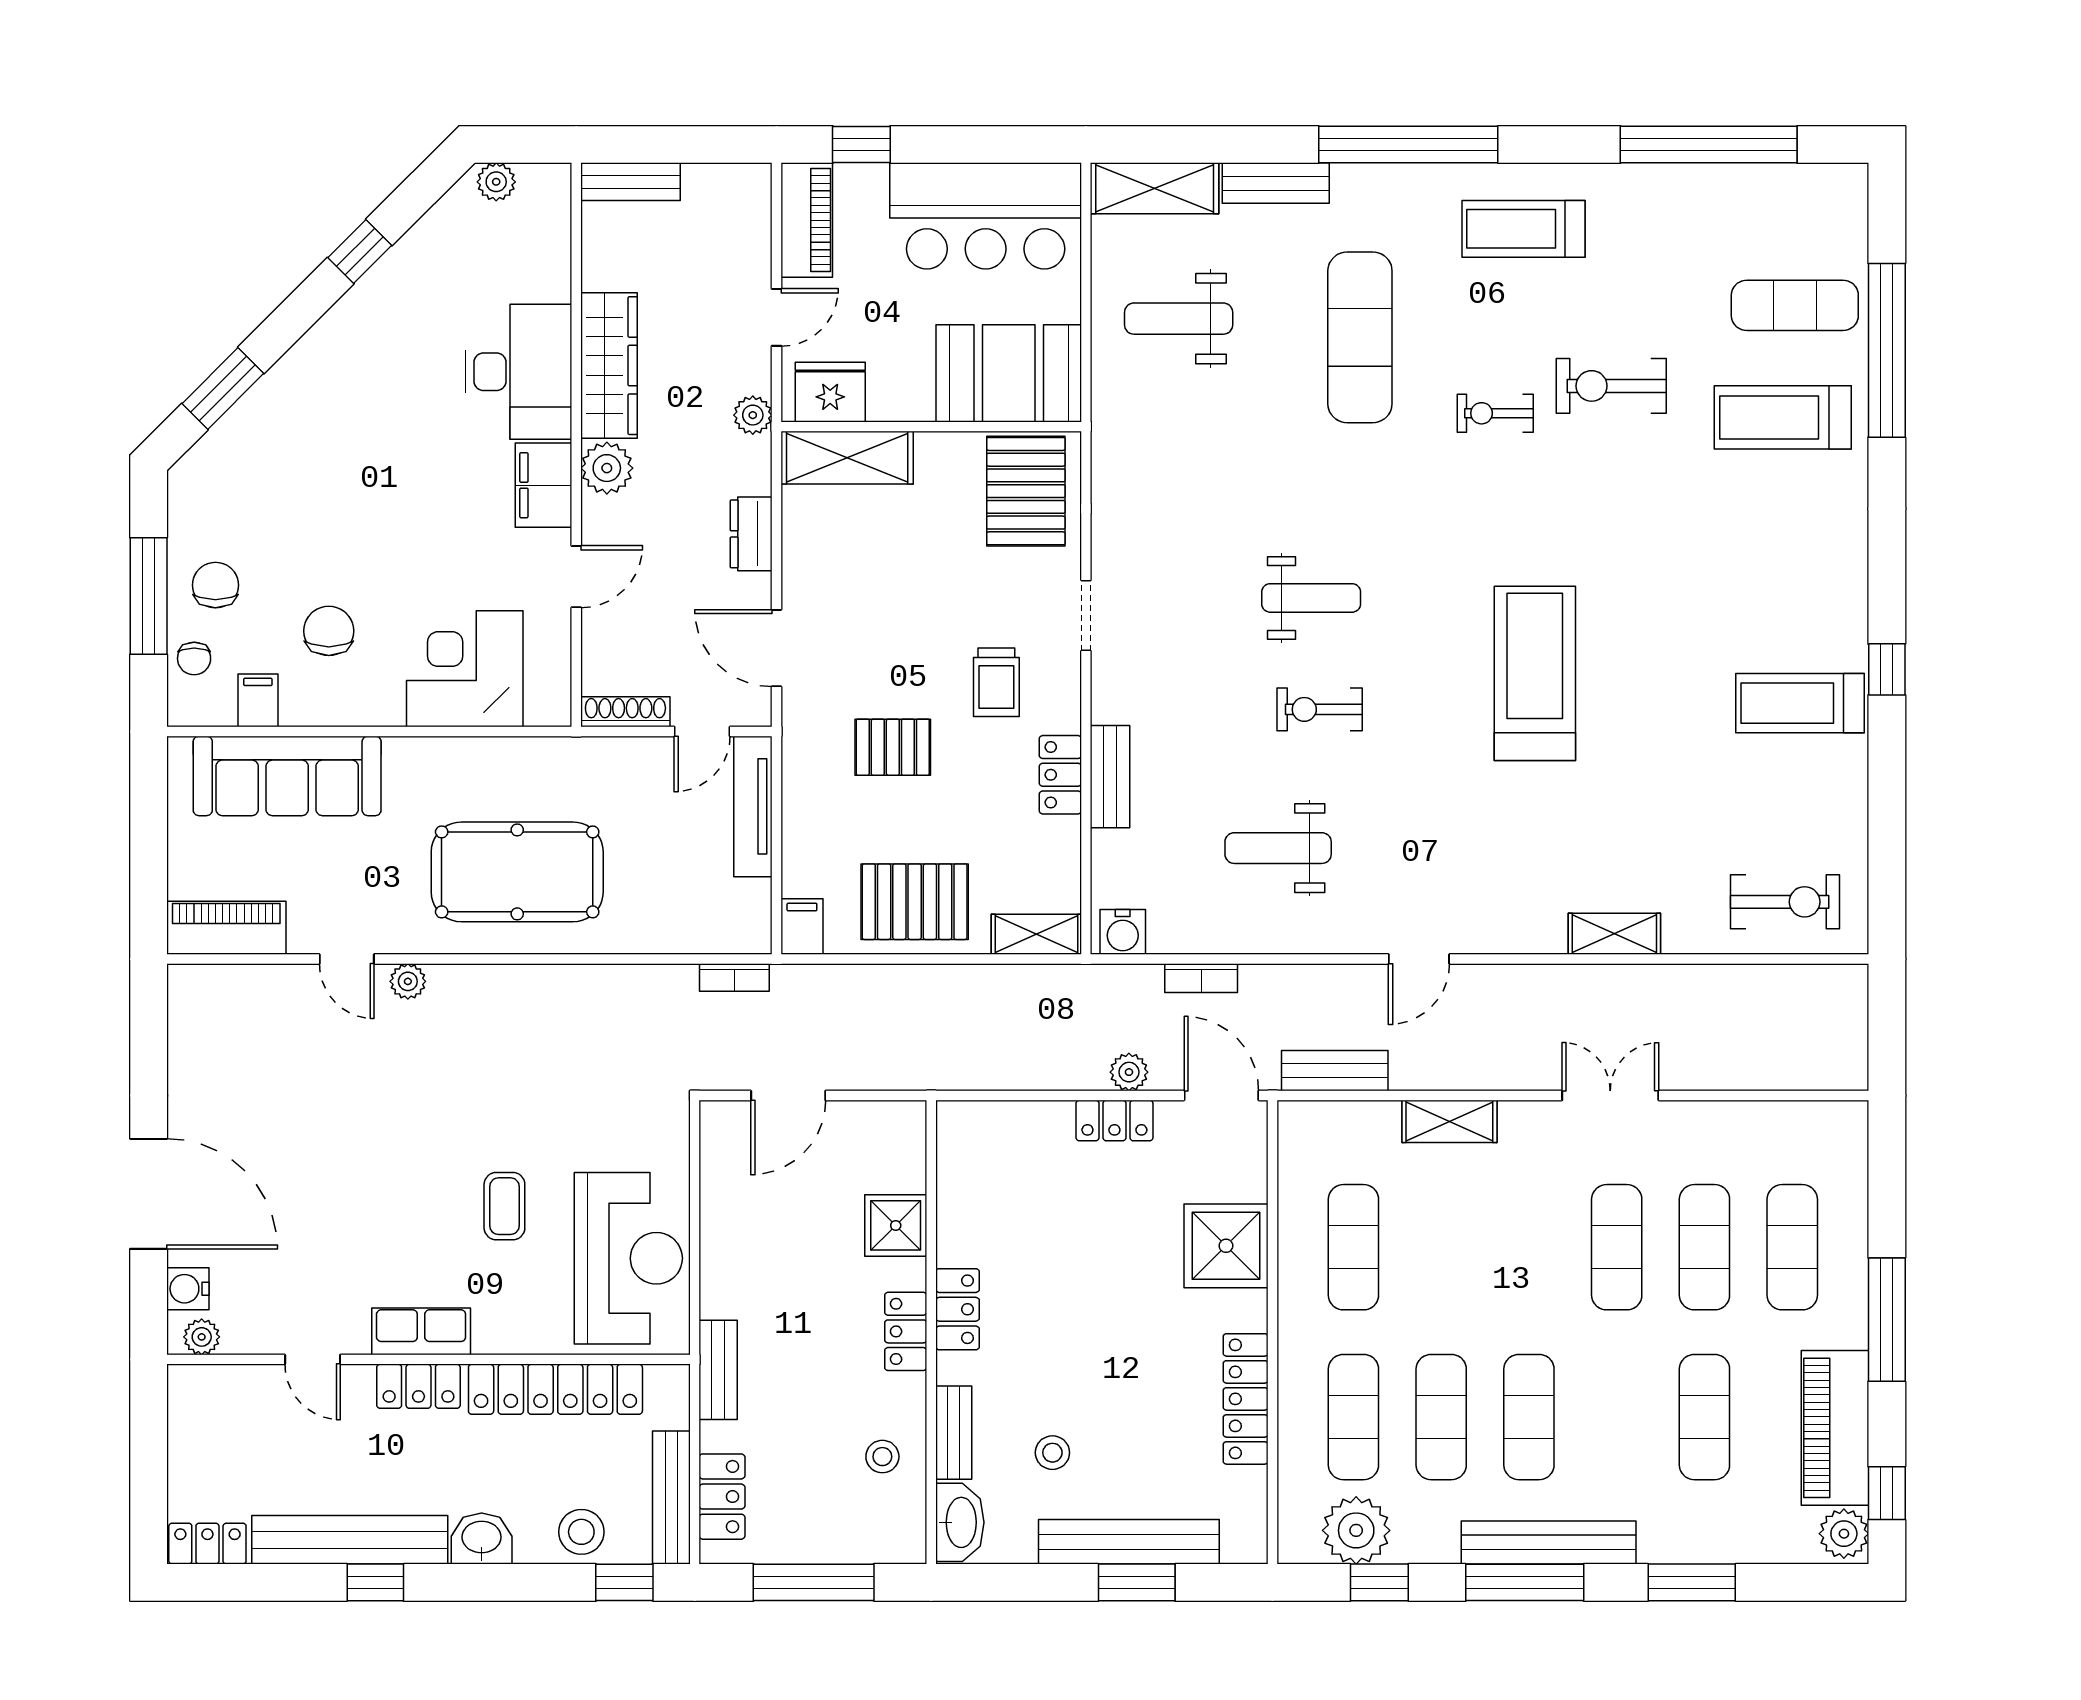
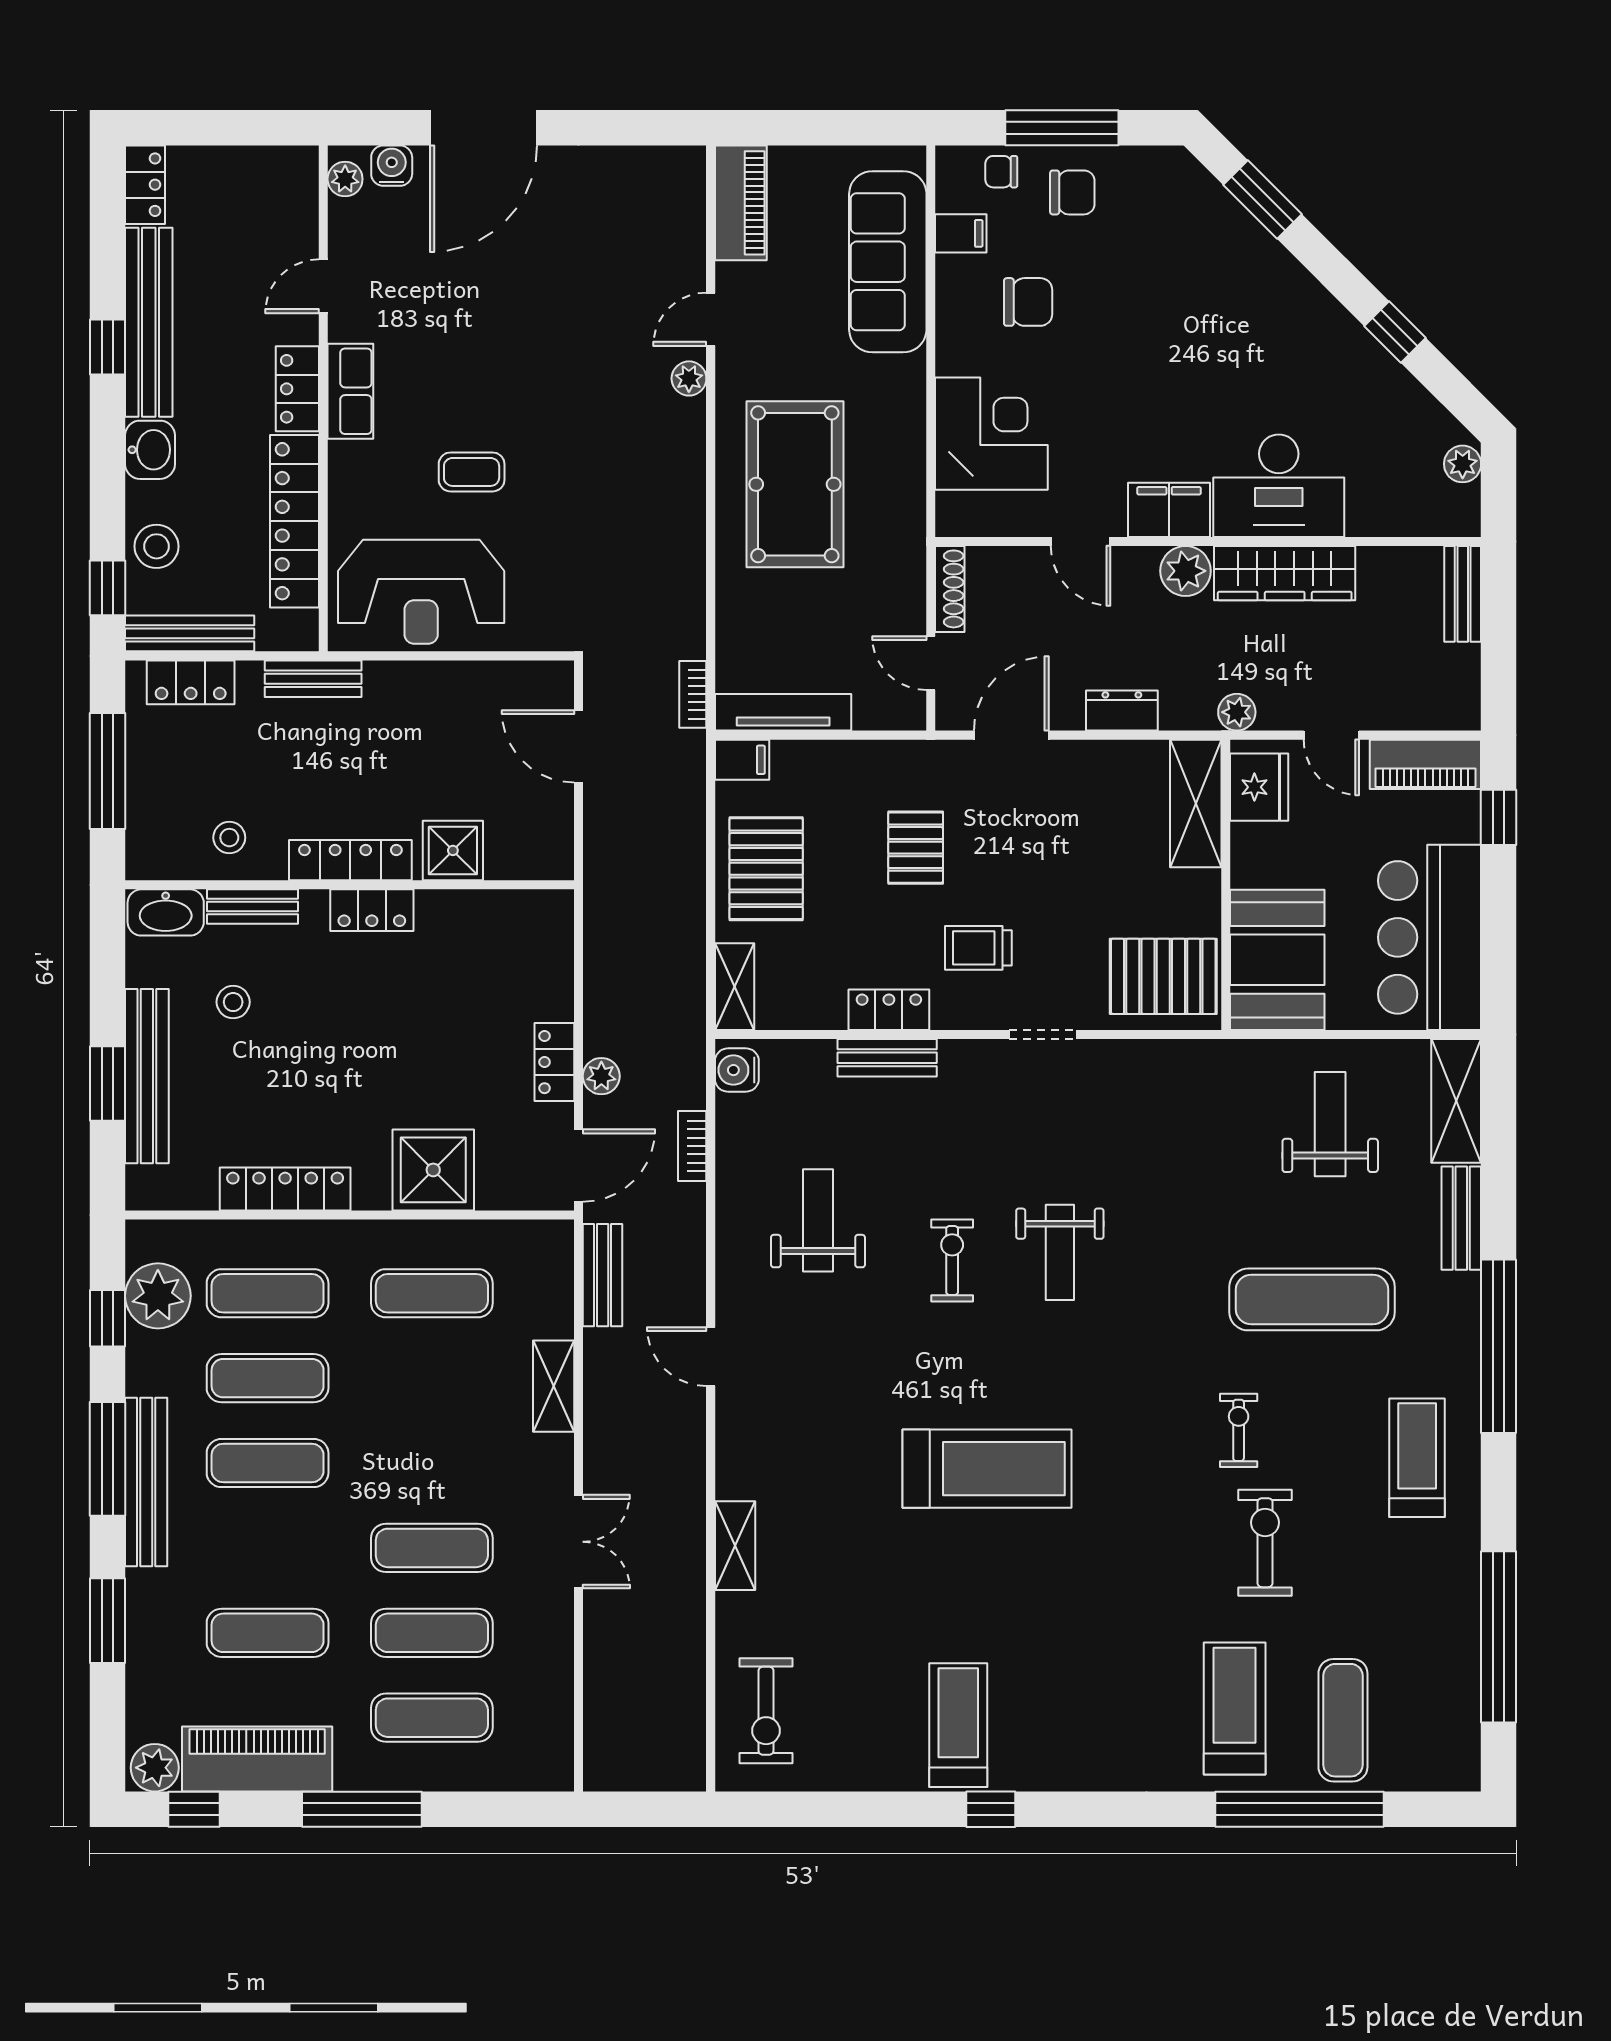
tv unit: (753, 806) -> (783, 712), moved
locker: (906, 1331) -> (350, 860), width x1.53

